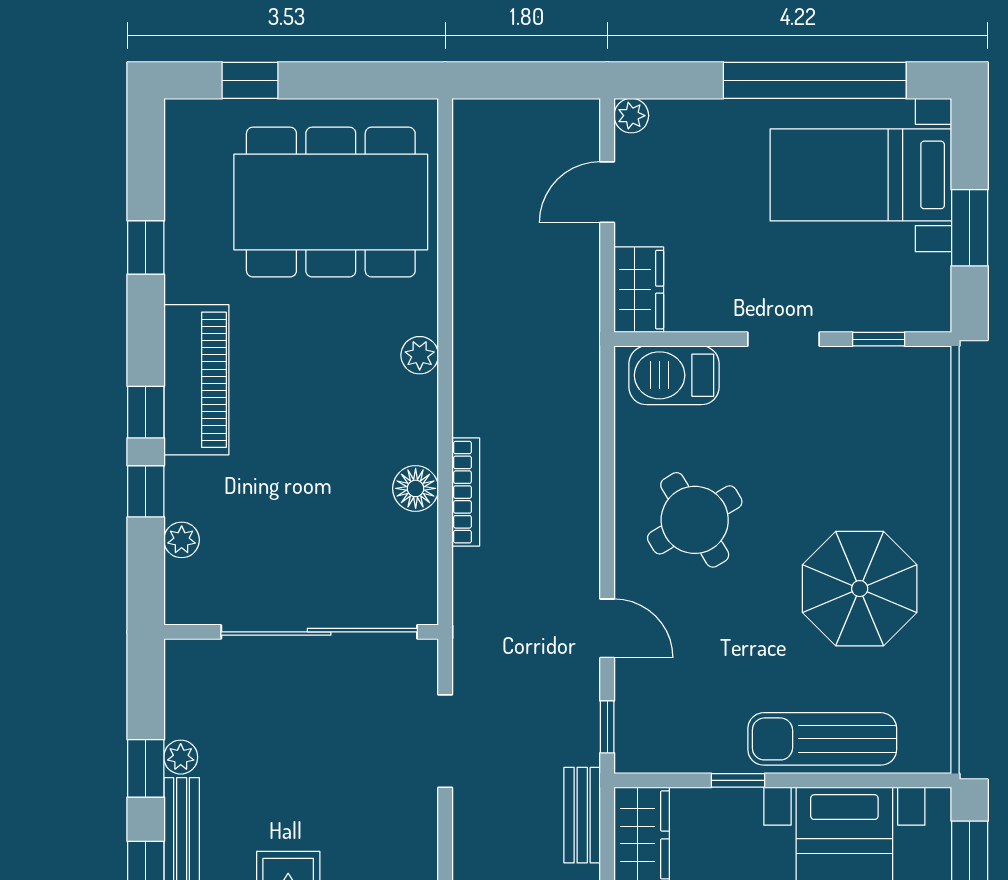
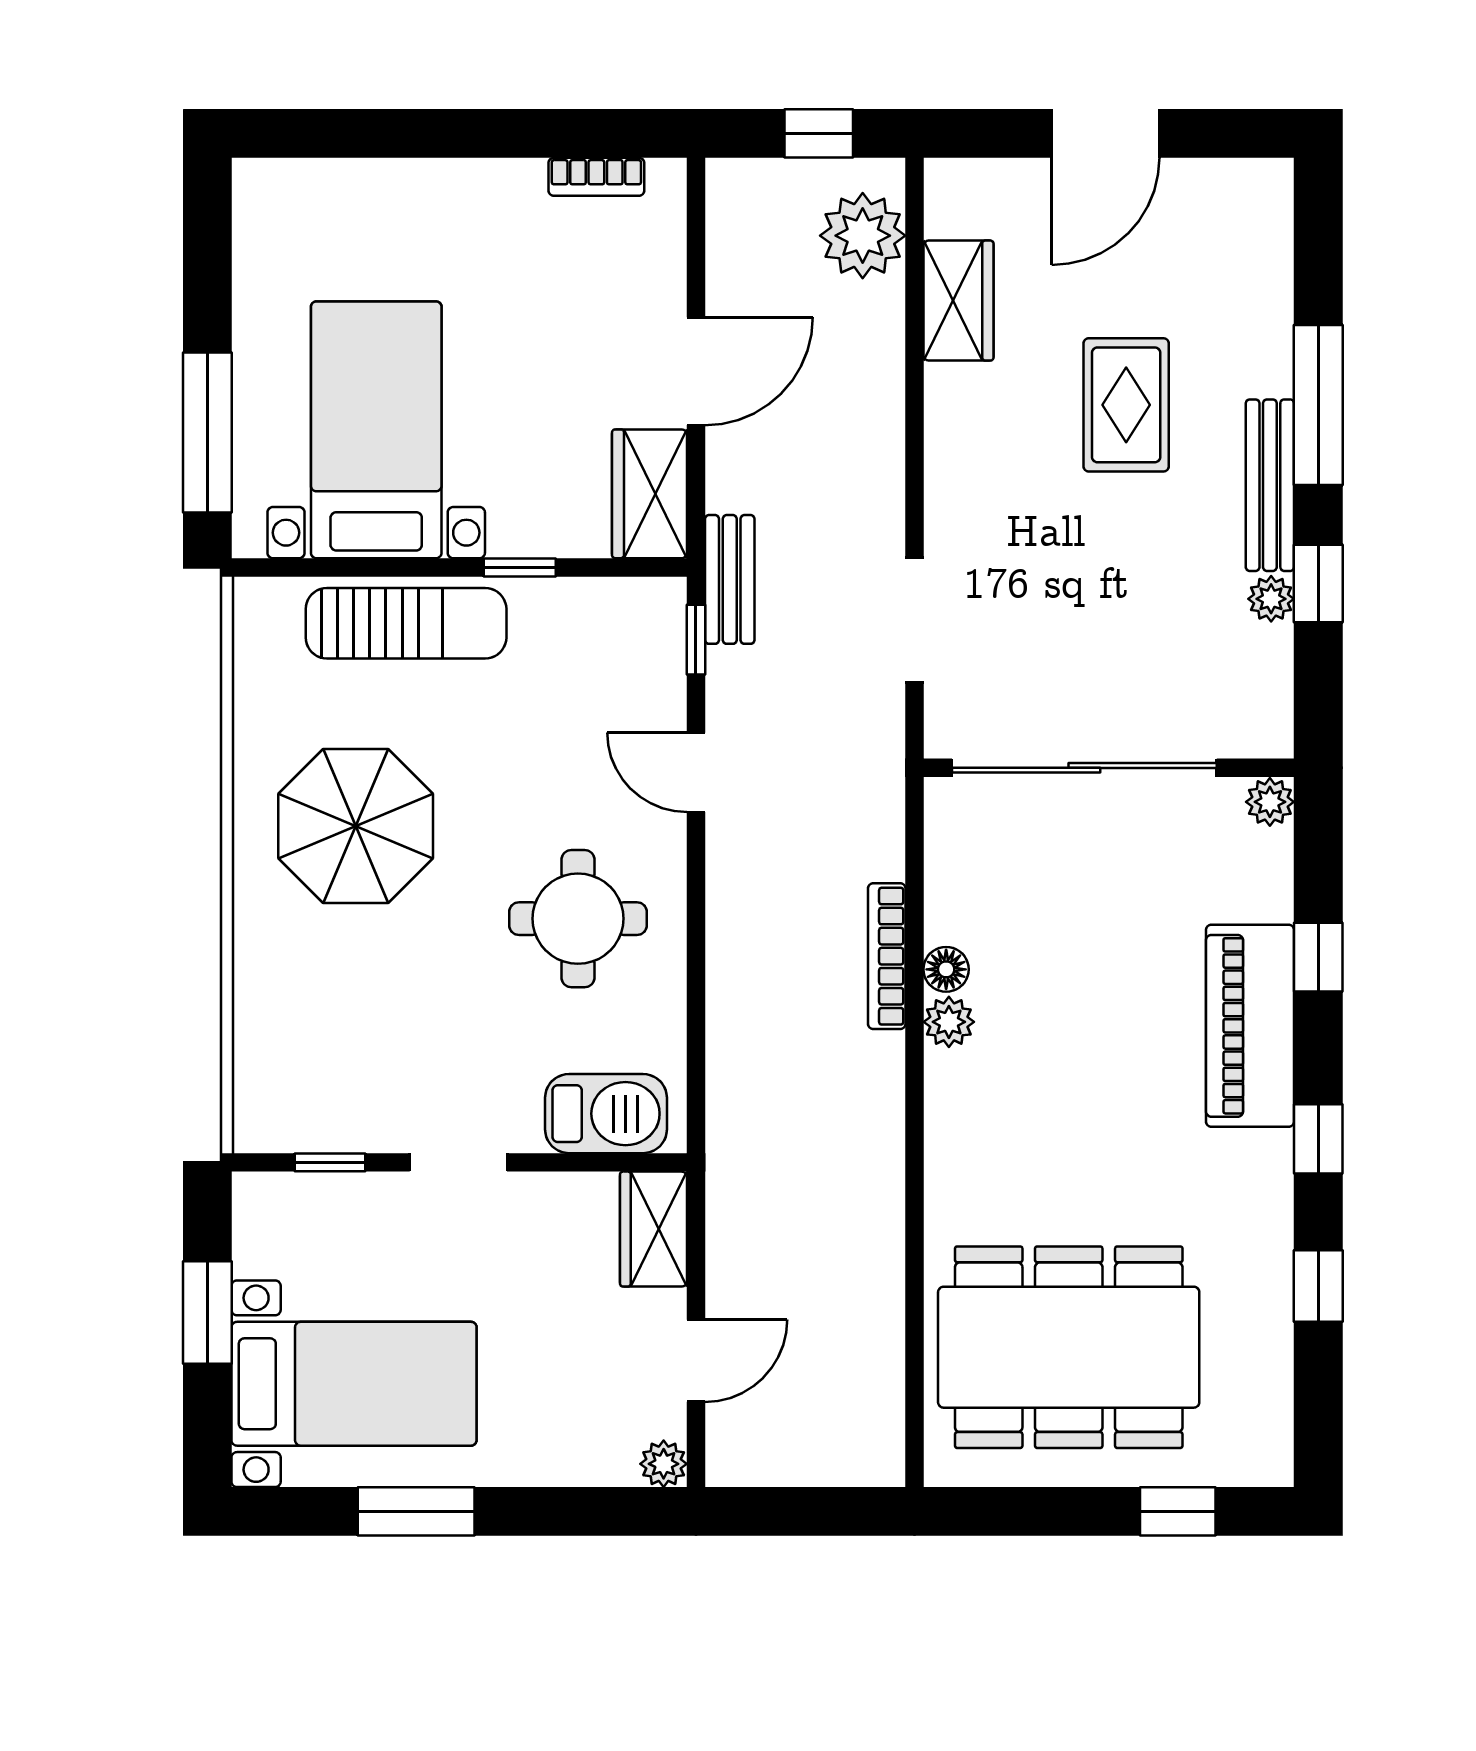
window: (815, 80) -> (416, 1511), width x0.47
plant: (420, 355) -> (949, 1022), moved
piano: (196, 380) -> (1250, 1026), moved
window: (146, 412) -> (1318, 1139), moved
floor lamp: (416, 488) -> (946, 969), width x0.73, depth x0.73
round table: (695, 520) -> (578, 919), turned 31
plant: (182, 540) -> (1270, 802), moved
bench: (582, 815) -> (730, 579), moved

